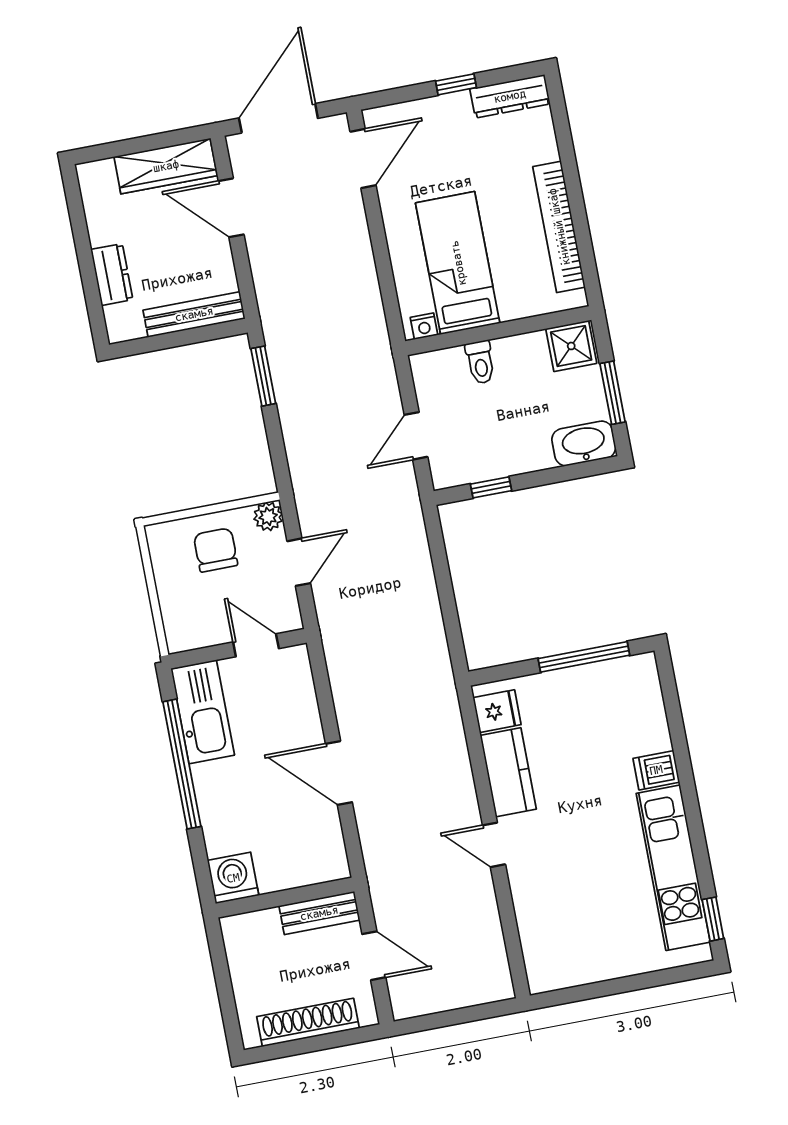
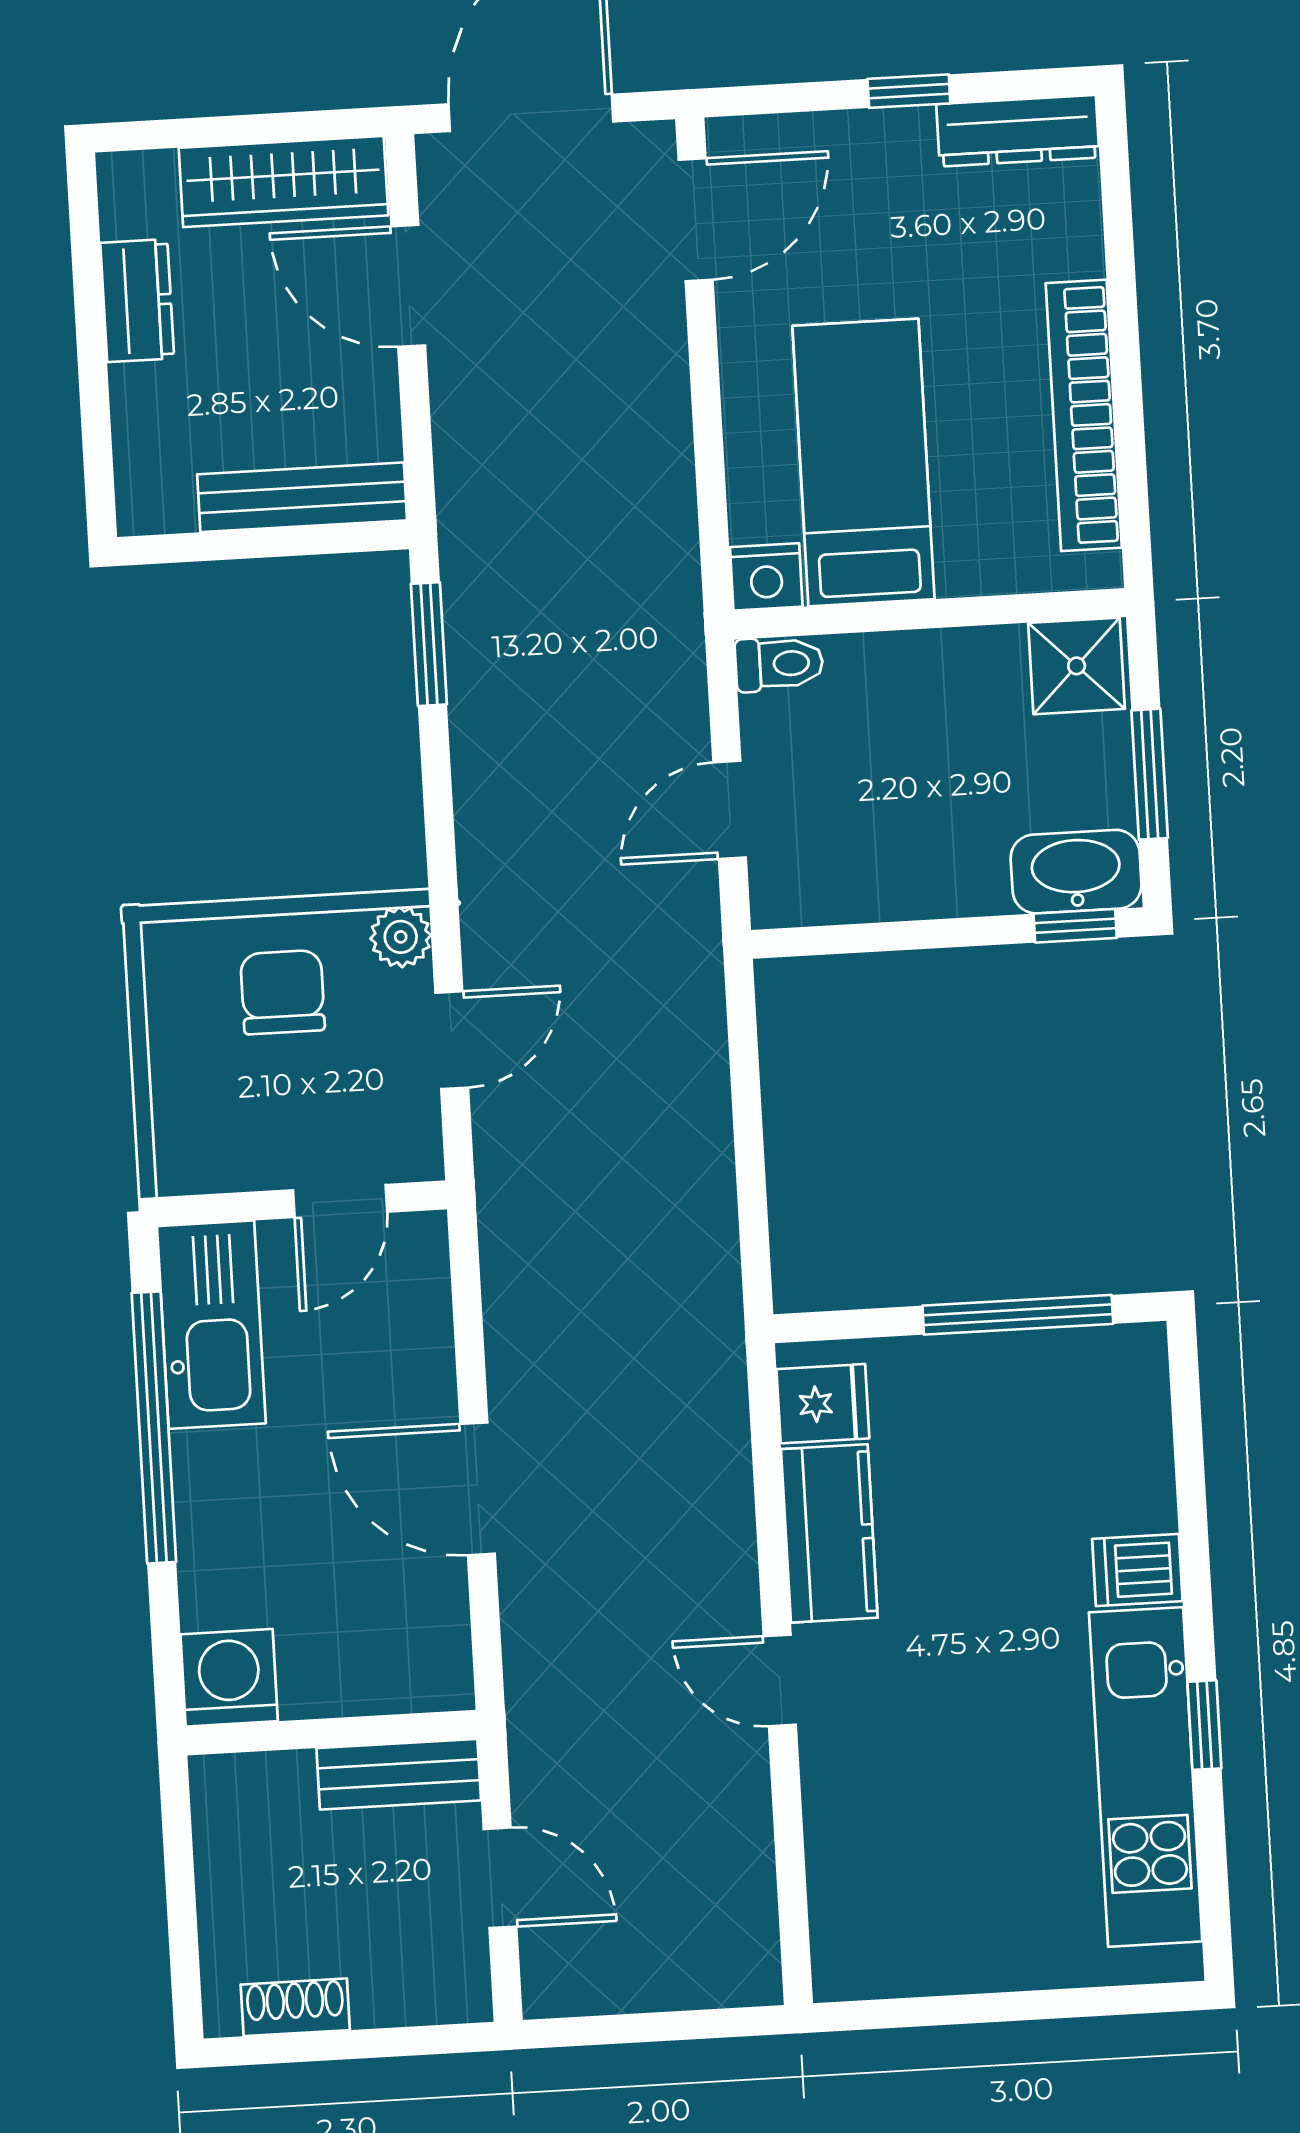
dresser: (112, 274) -> (137, 301), moved
nightstand: (424, 326) -> (766, 577), width x1.39, depth x1.35
toilet: (480, 362) -> (779, 664), moved, turned -90
window: (491, 487) -> (1075, 926), moved
door: (256, 645) -> (340, 1201), swing flipped
window: (713, 919) -> (1204, 1725), moved
shoe rack: (308, 1022) -> (295, 2007), width x0.51, depth x0.81

